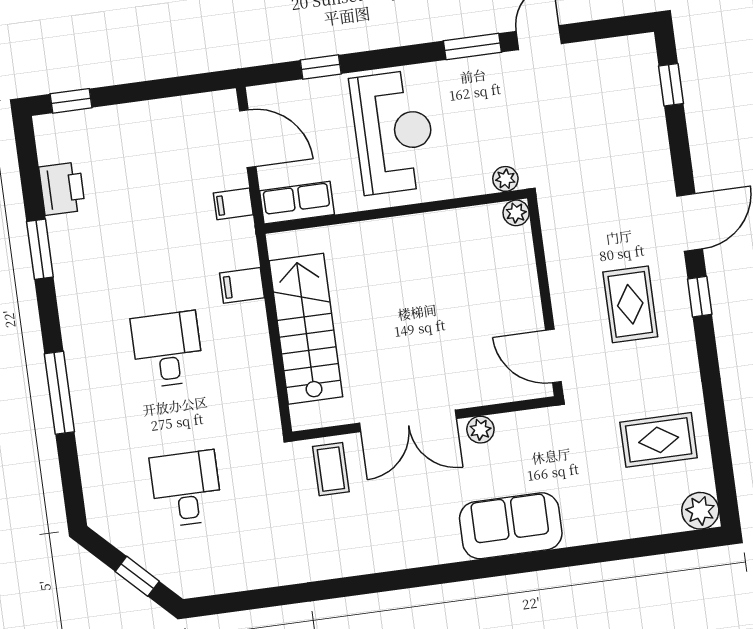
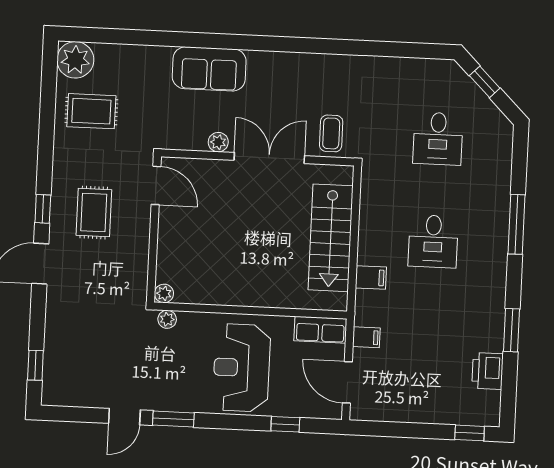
plant: (700, 511) -> (75, 60), width x1.36, depth x1.36

